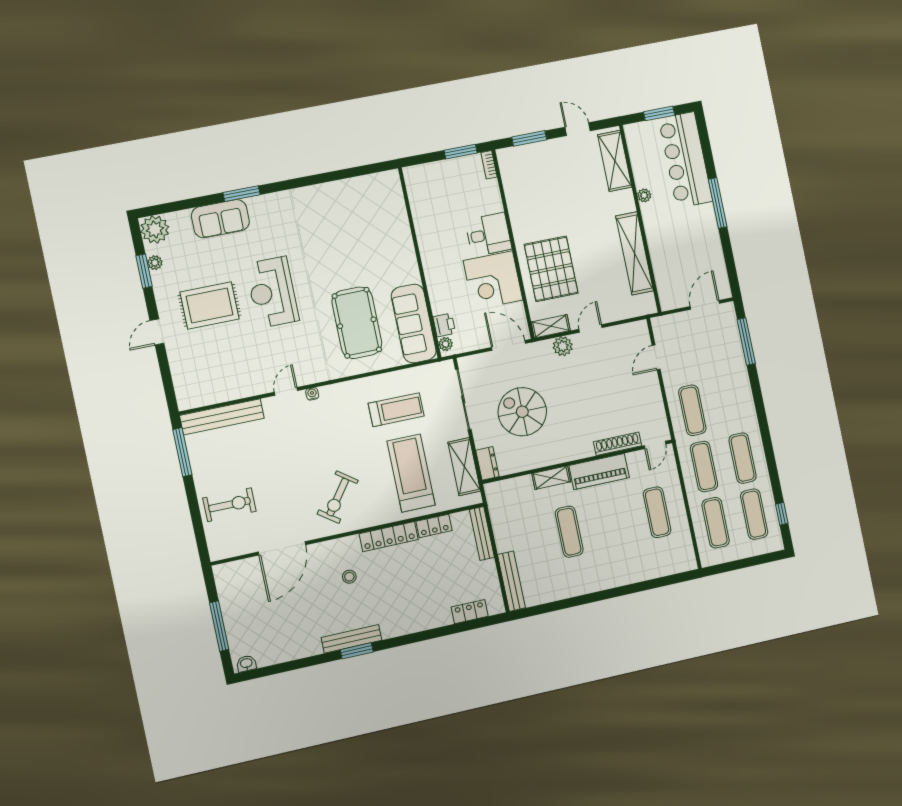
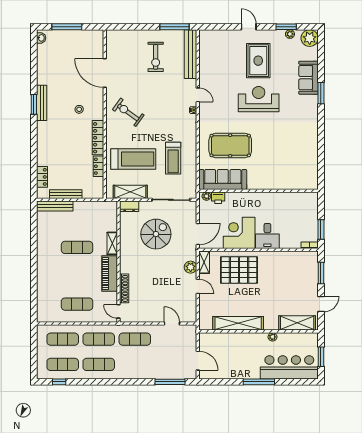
exercise bike: (230, 505) -> (156, 57), moved
bench: (482, 534) -> (66, 194), moved

